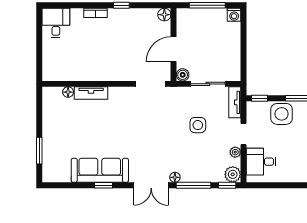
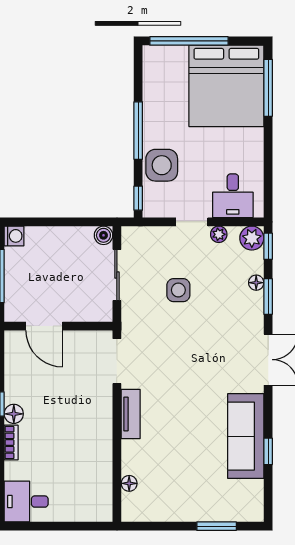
floor lamp: (164, 15) -> (14, 414), moved
door: (174, 49) -> (44, 326), moved
boiler: (183, 75) -> (103, 235), moved
tv unit: (91, 93) -> (131, 414), moved
tv unit: (235, 102) -> (144, 235), removed
floor lamp: (175, 177) -> (256, 283), moved
window: (103, 185) -> (268, 451), moved
window: (193, 185) -> (268, 296), width x0.69

